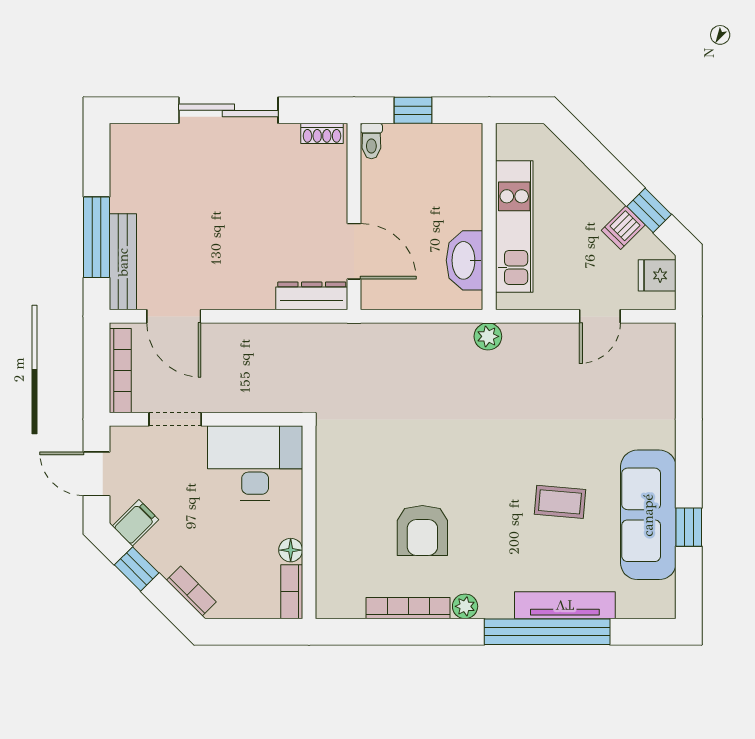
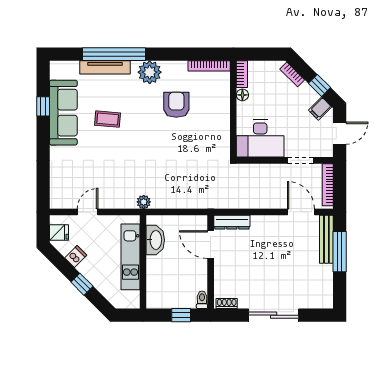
window: (649, 210) -> (82, 284), moved
door: (97, 474) -> (340, 133), hinge flipped
plant: (465, 606) -> (150, 72), width x1.88, depth x1.88
bookcase: (408, 608) -> (209, 66), moved

